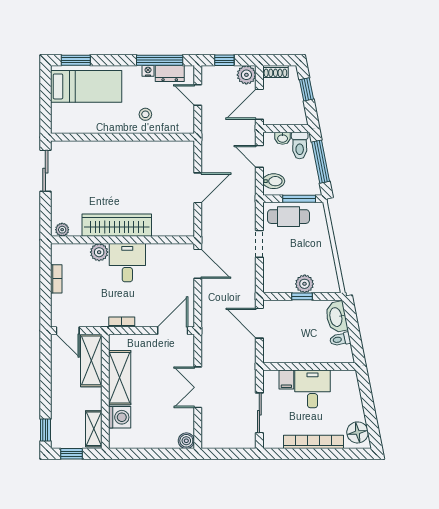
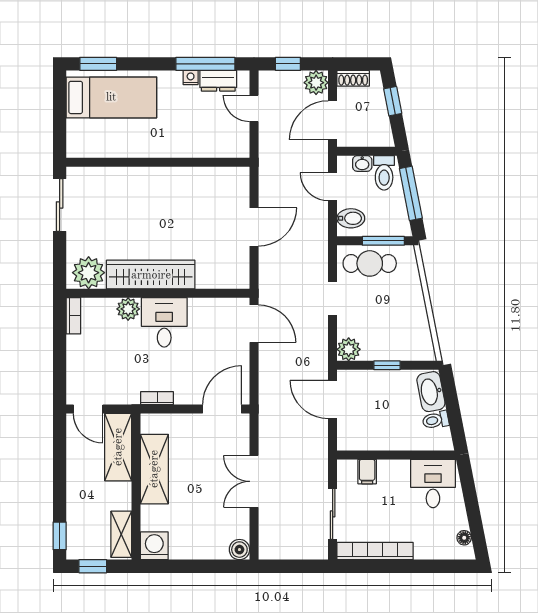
stool: (145, 114) -> (187, 133), removed
plant: (62, 230) -> (89, 273), width x1.88, depth x1.88
bookcase: (56, 279) -> (73, 316), moved
plant: (305, 284) -> (349, 349), moved
desk: (313, 389) -> (433, 483), moved
washing machine: (120, 417) -> (154, 546), moved, turned -90
floor lamp: (358, 432) -> (464, 538), width x0.53, depth x0.53
bookcase: (313, 442) -> (375, 551), moved

